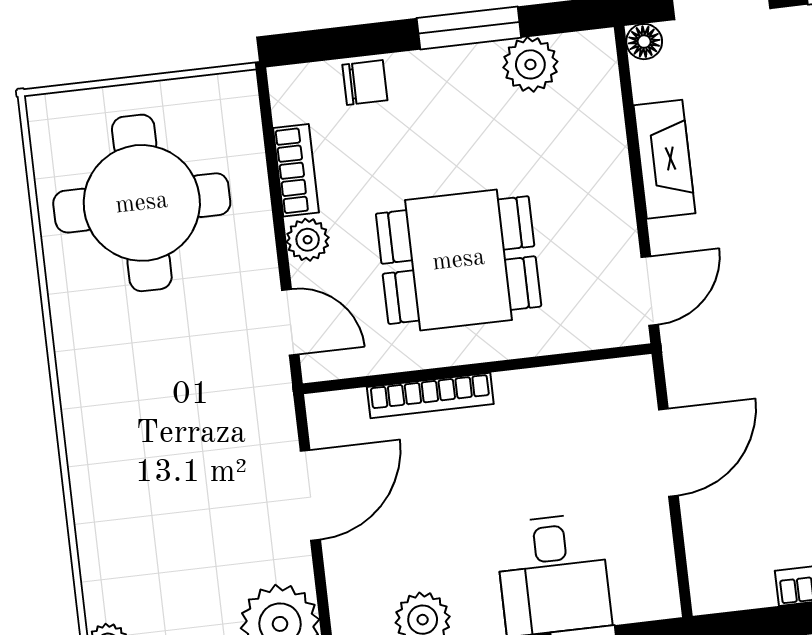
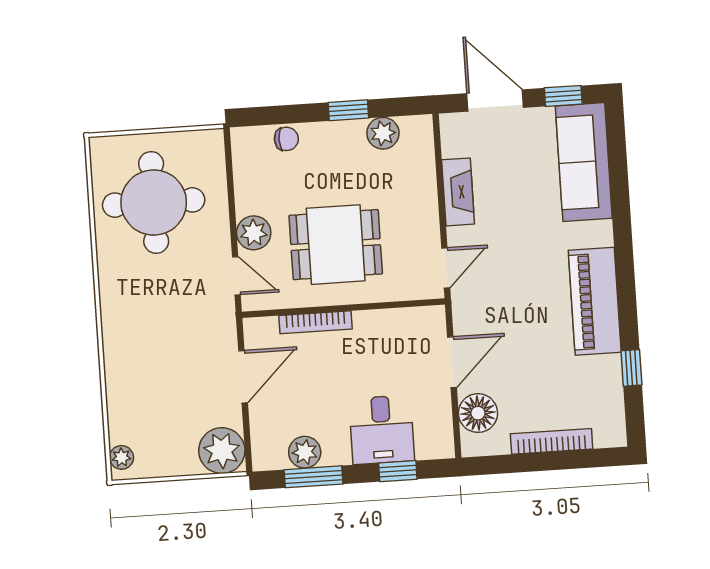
window: (469, 28) -> (348, 110), width x0.67
floor lamp: (644, 42) -> (478, 413), moved, width x1.89, depth x1.89
bookcase: (296, 170) -> (244, 188), removed
plant: (308, 240) -> (254, 233), width x1.38, depth x1.38

